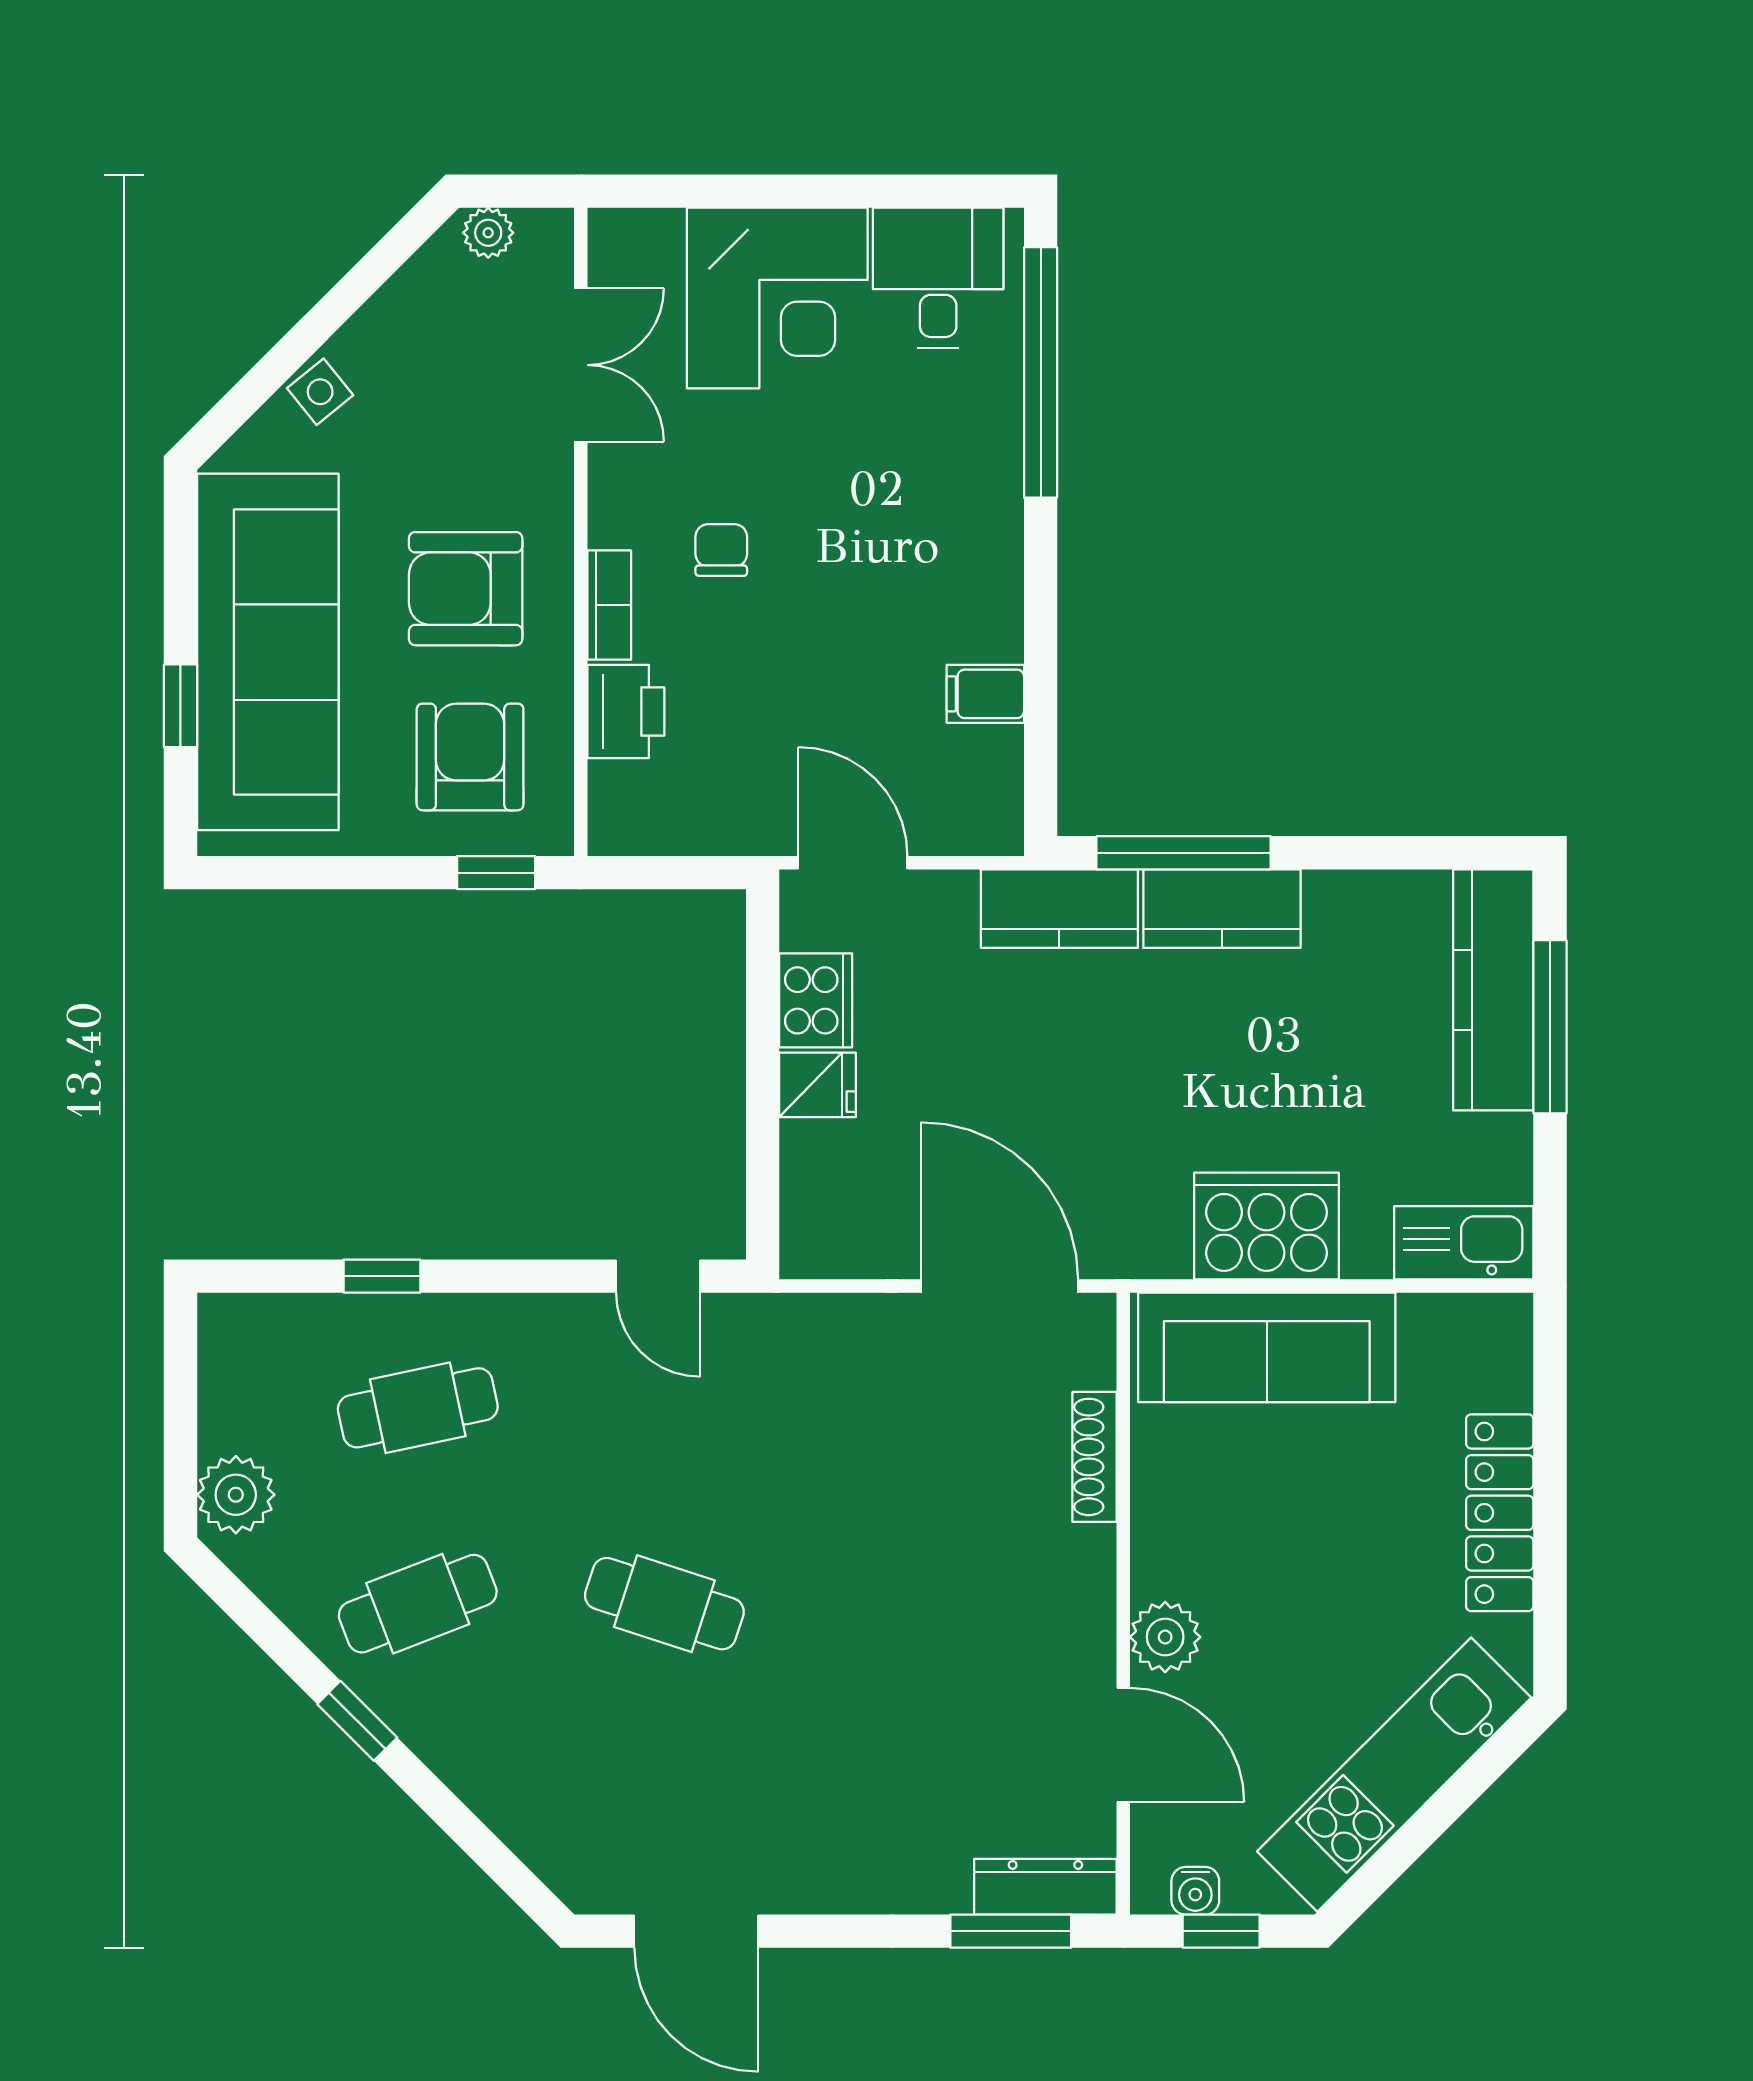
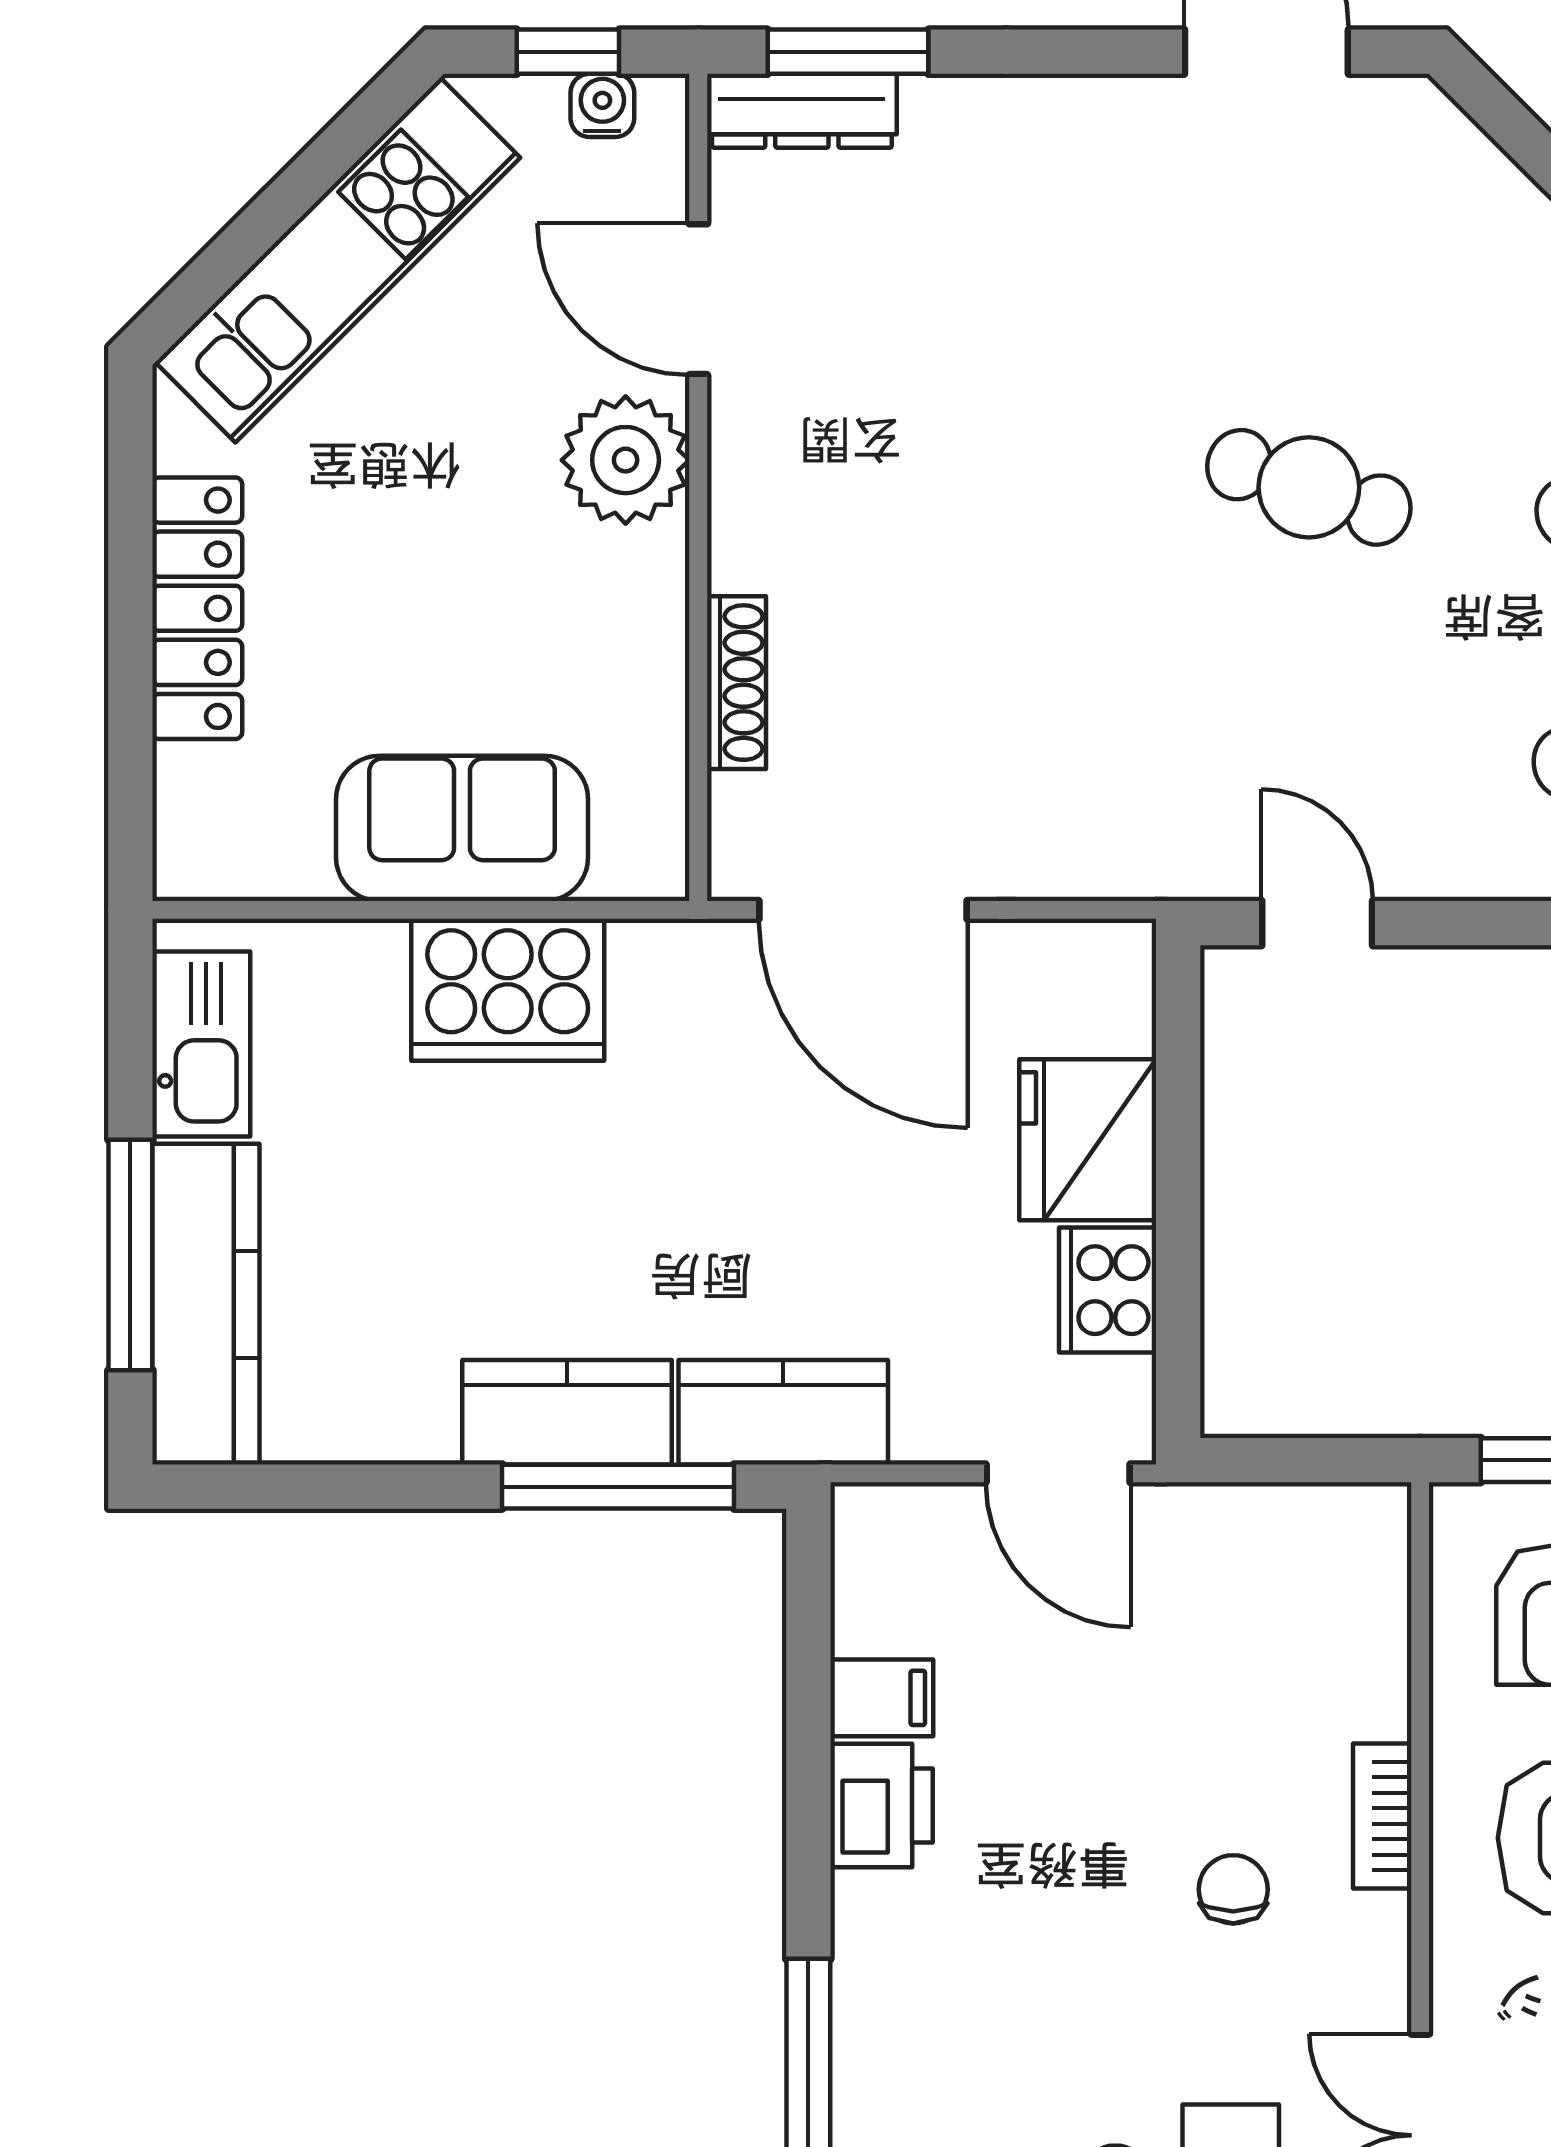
chair: (721, 550) -> (1233, 1889), turned 180
printer: (626, 712) -> (882, 1805), moved, turned 180
fridge: (818, 1085) -> (1088, 1140), width x1.88, depth x1.34
kitchen sink: (1464, 1243) -> (201, 1044), moved, turned -90
sofa: (1267, 1347) -> (462, 828), width x0.73
plant: (1165, 1637) -> (626, 460), width x1.36, depth x1.36

